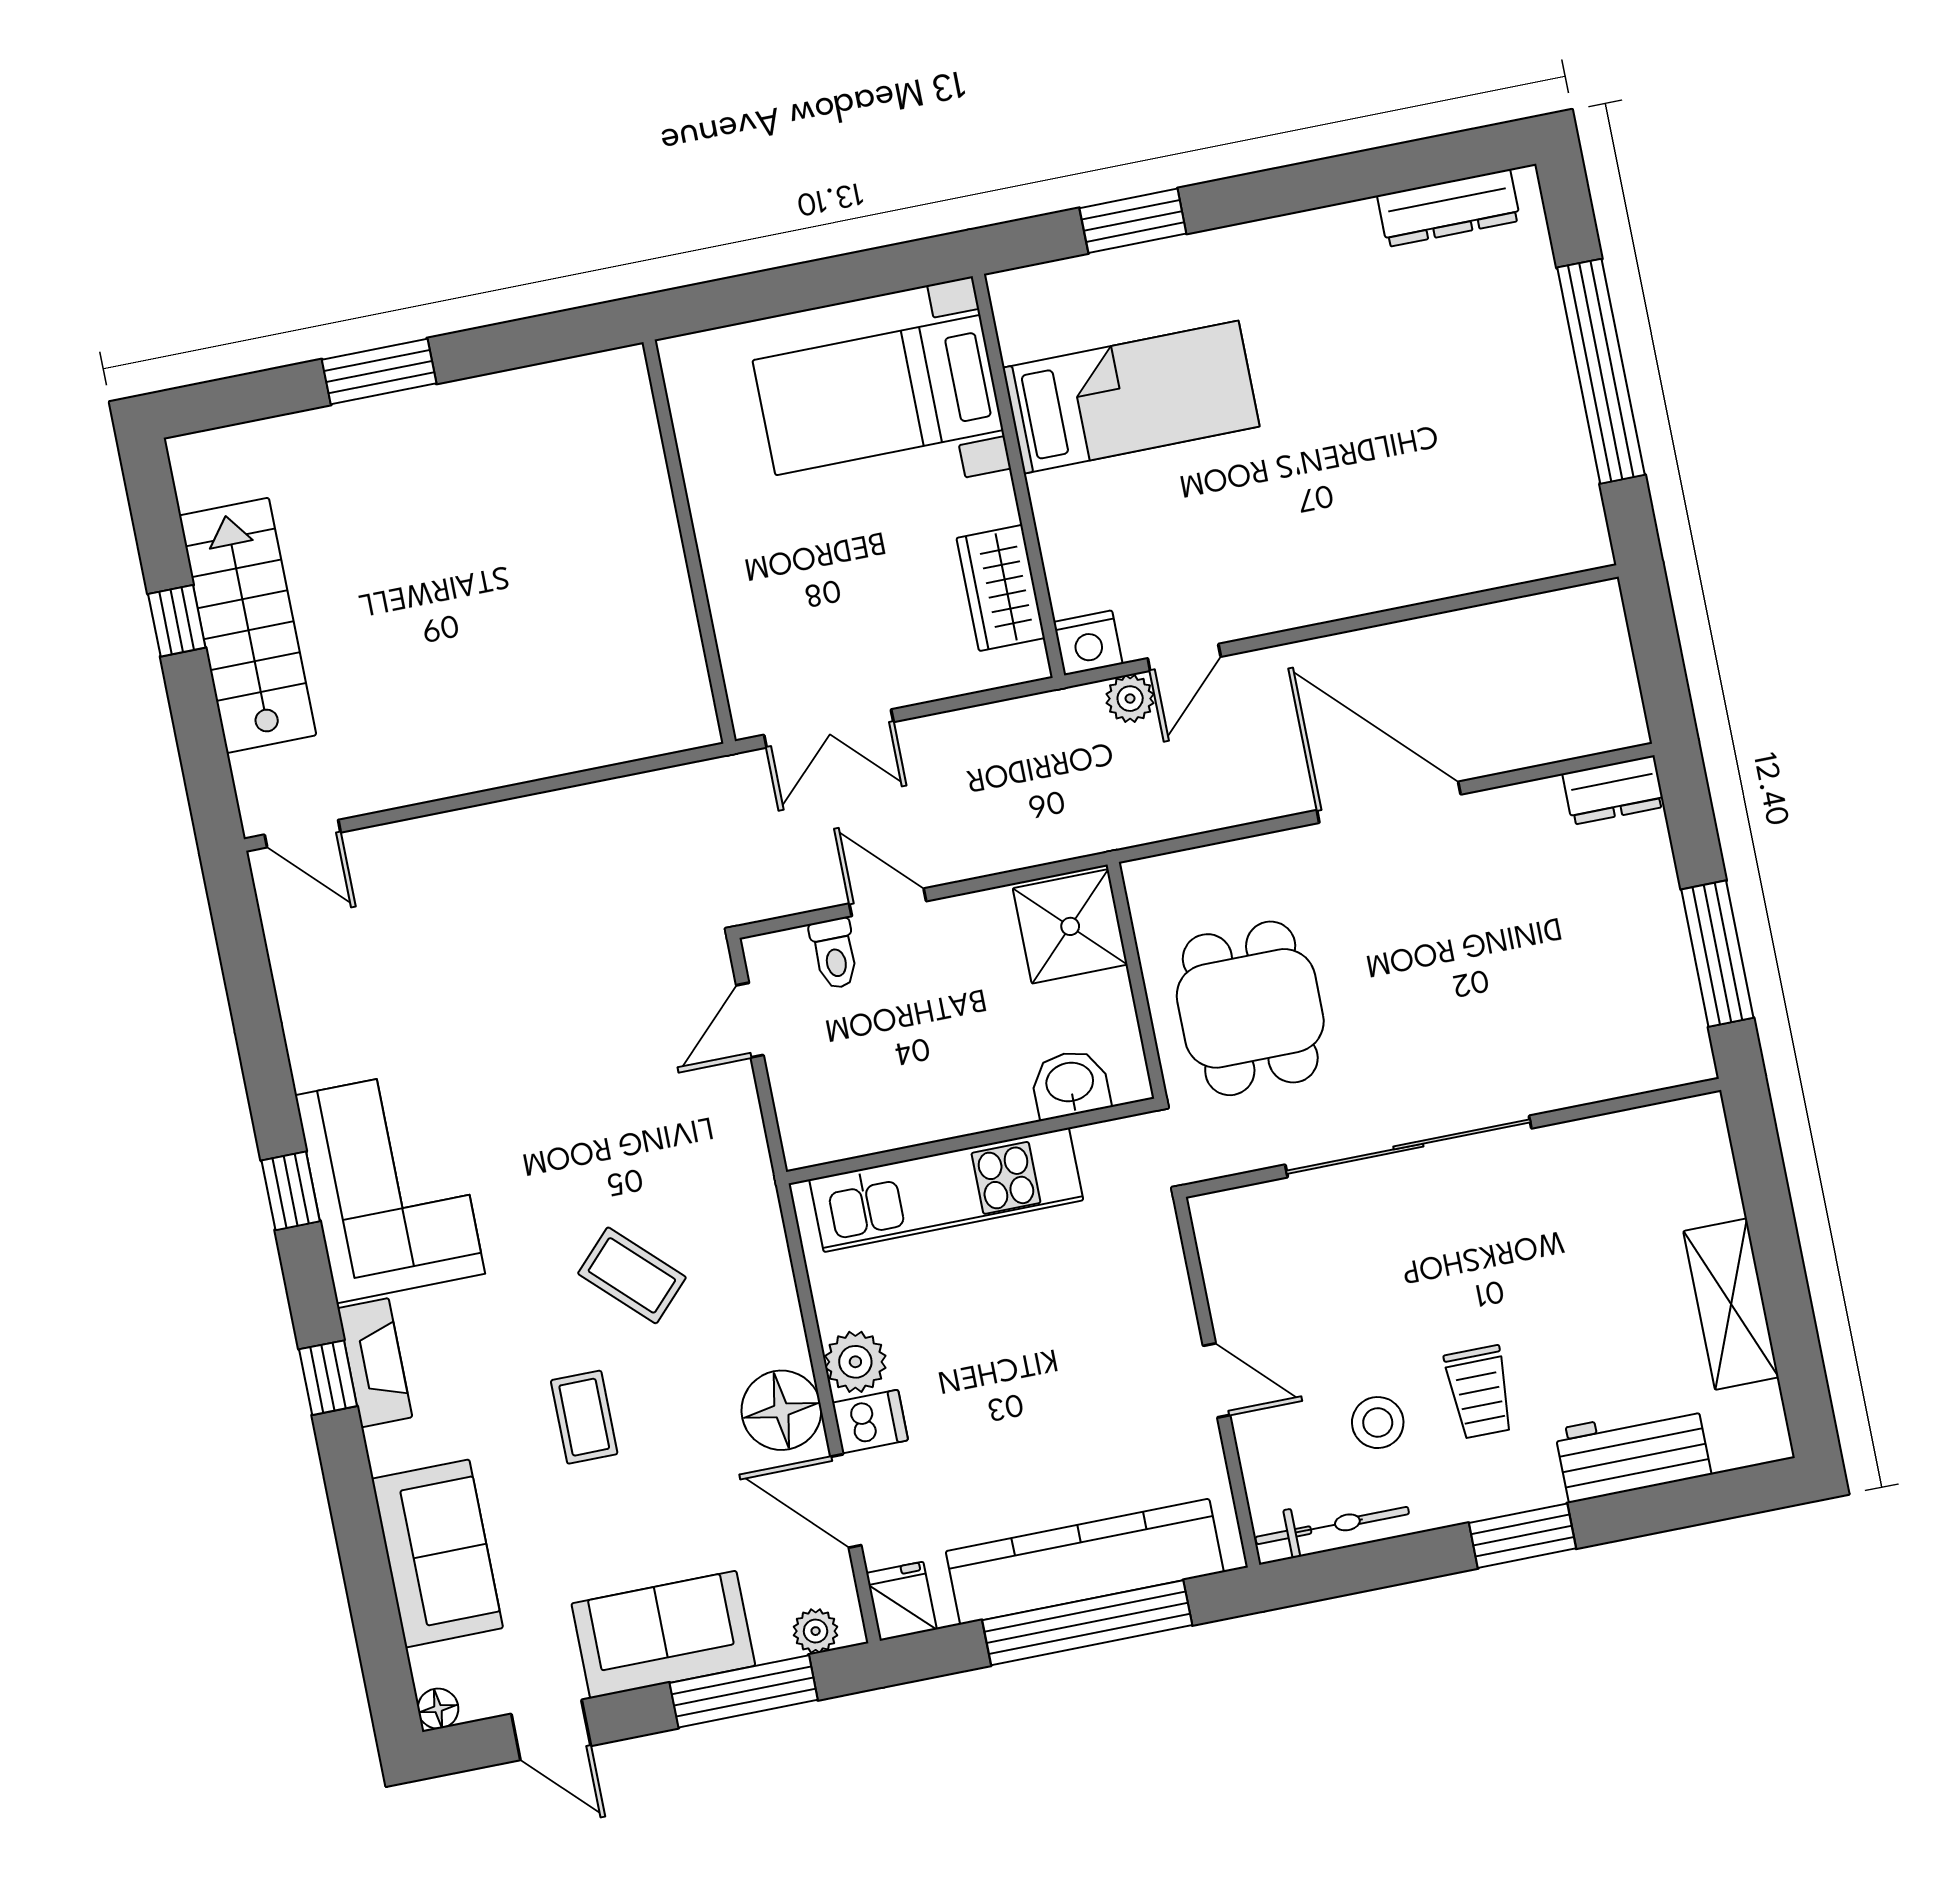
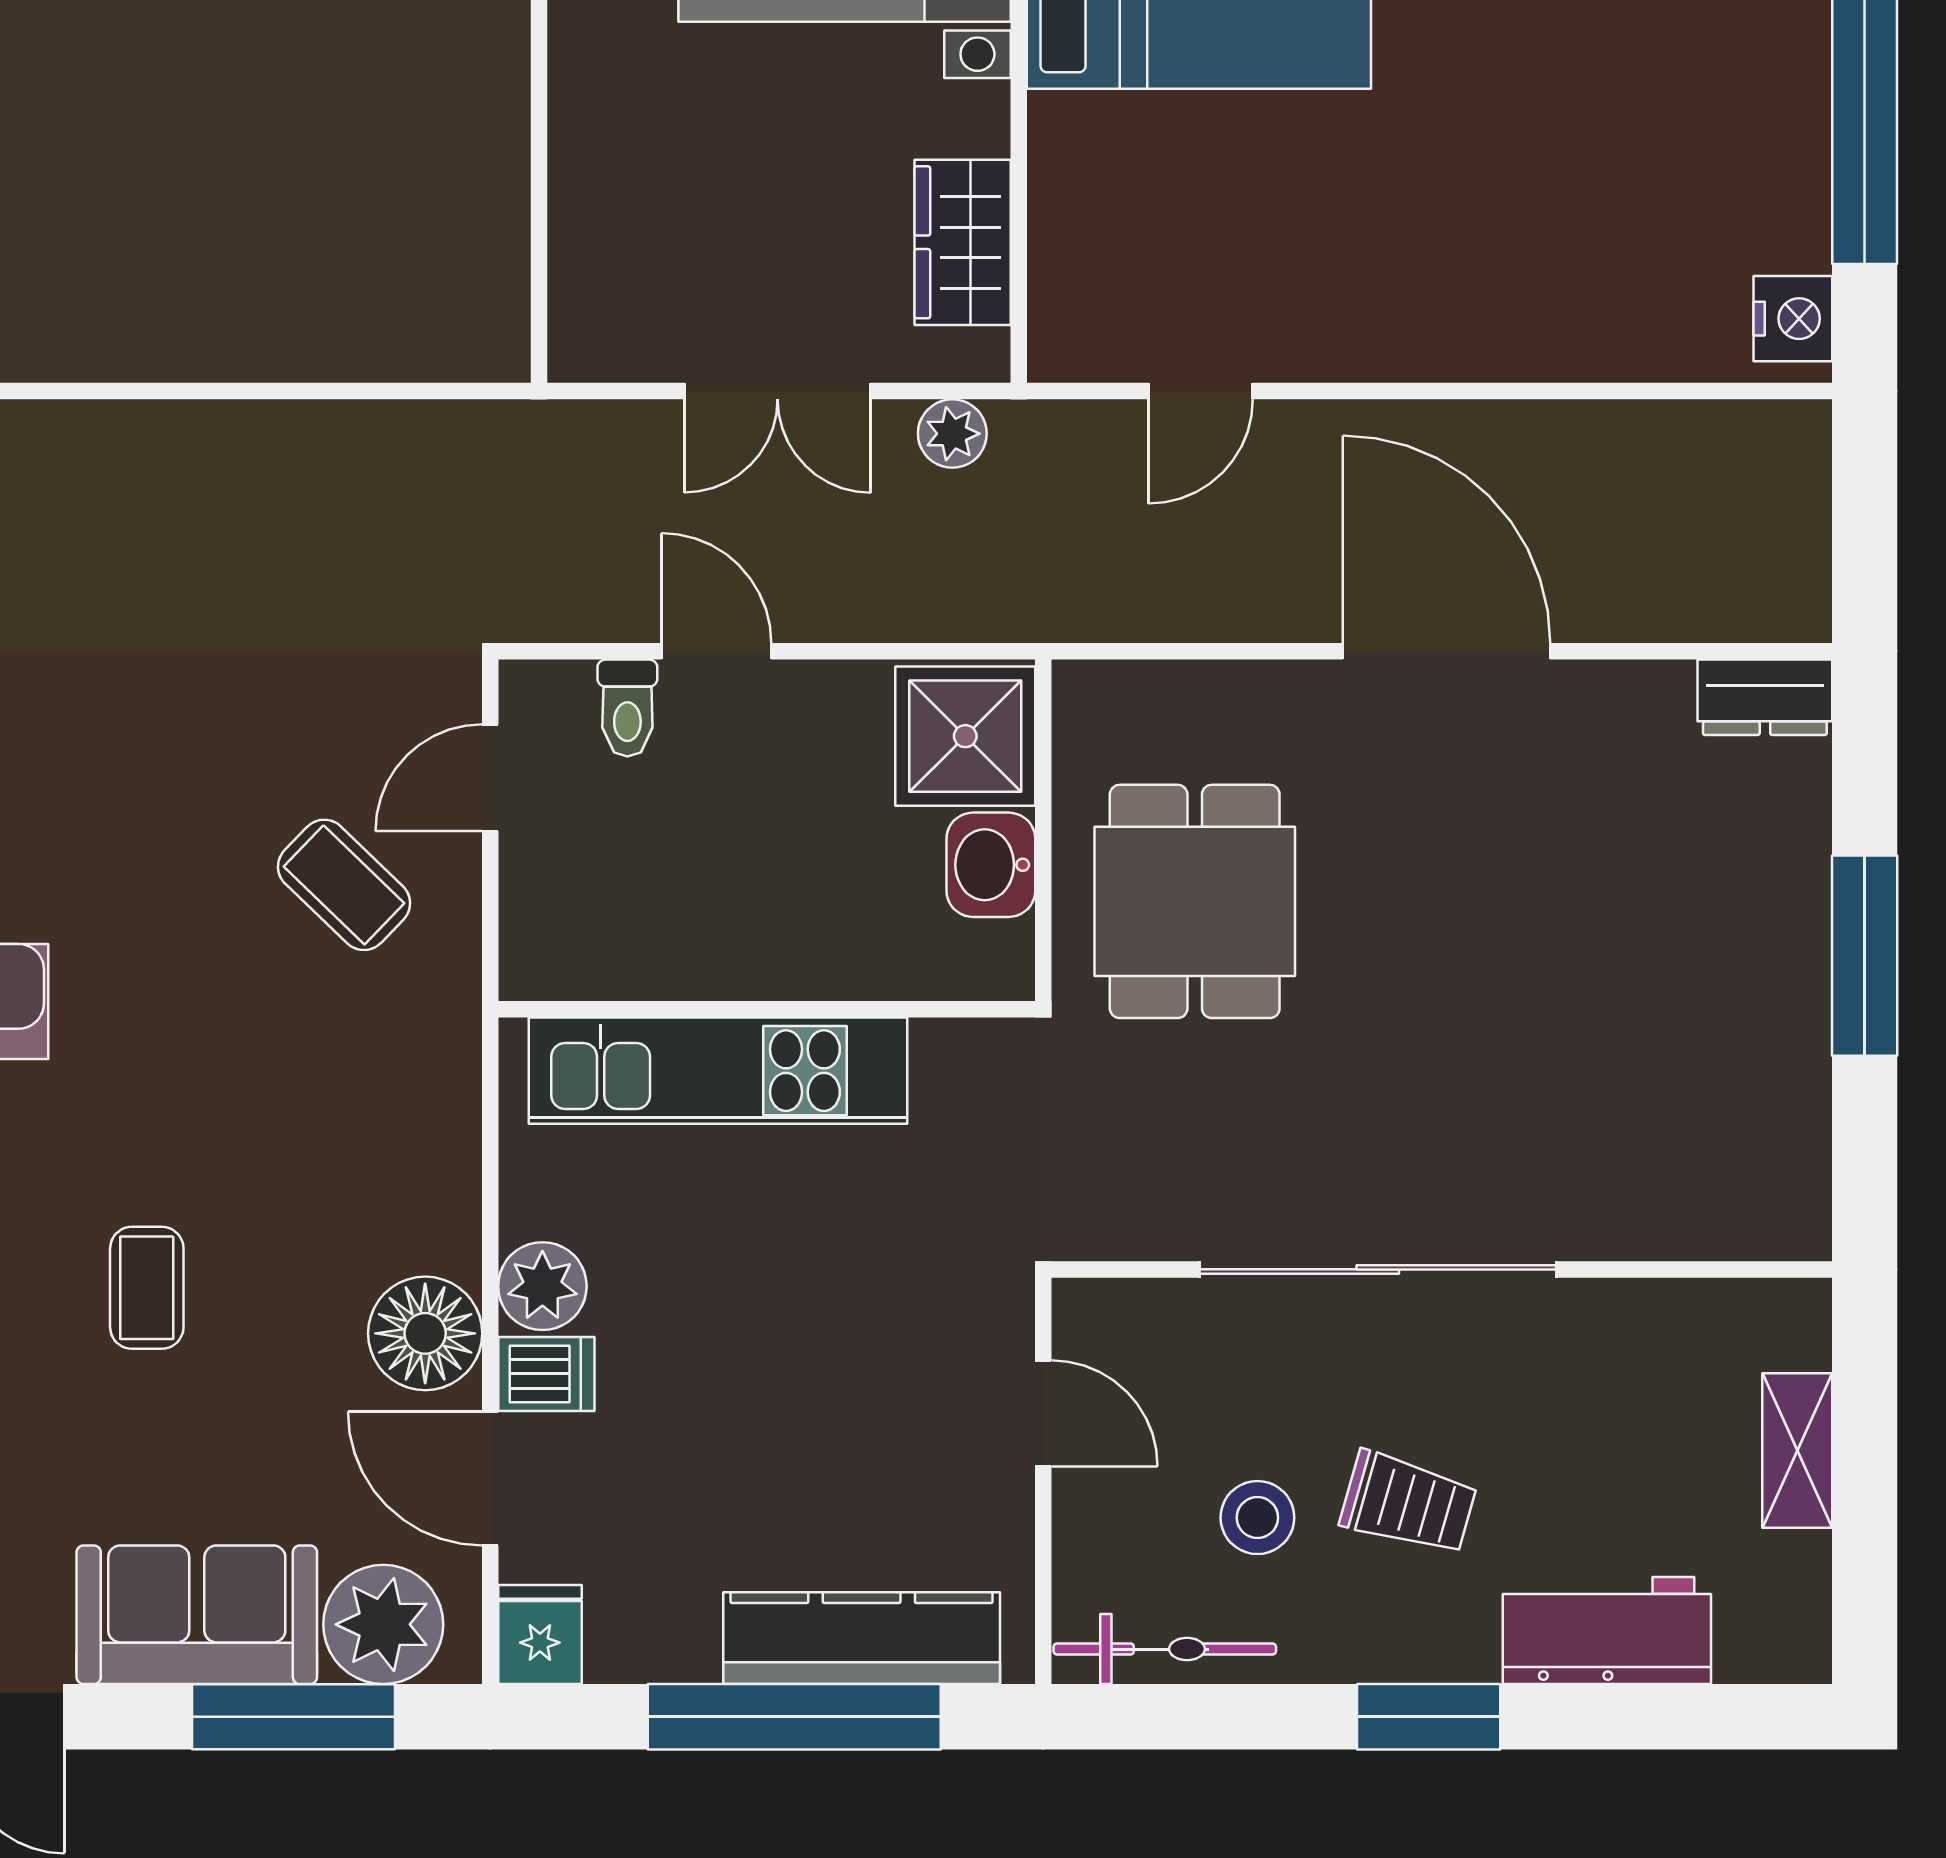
nightstand: (1088, 643) -> (1793, 319), moved, turned -90
plant: (1130, 699) -> (952, 434), moved
double door: (829, 728) -> (777, 391), moved
washbasin: (1070, 1084) -> (991, 865), moved, turned -90
wall: (1452, 1138) -> (1442, 1269), moved
sliding door: (1408, 1147) -> (1378, 1269), moved
coffee table: (632, 1275) -> (344, 885), moved
shelving: (1731, 1304) -> (1797, 1451), width x0.67, depth x0.75
trolley: (1479, 1392) -> (1408, 1503), turned -74
kitchen counter: (1085, 1562) -> (862, 1638), width x0.72, depth x0.86
plant: (816, 1631) -> (383, 1624), width x1.87, depth x1.87

